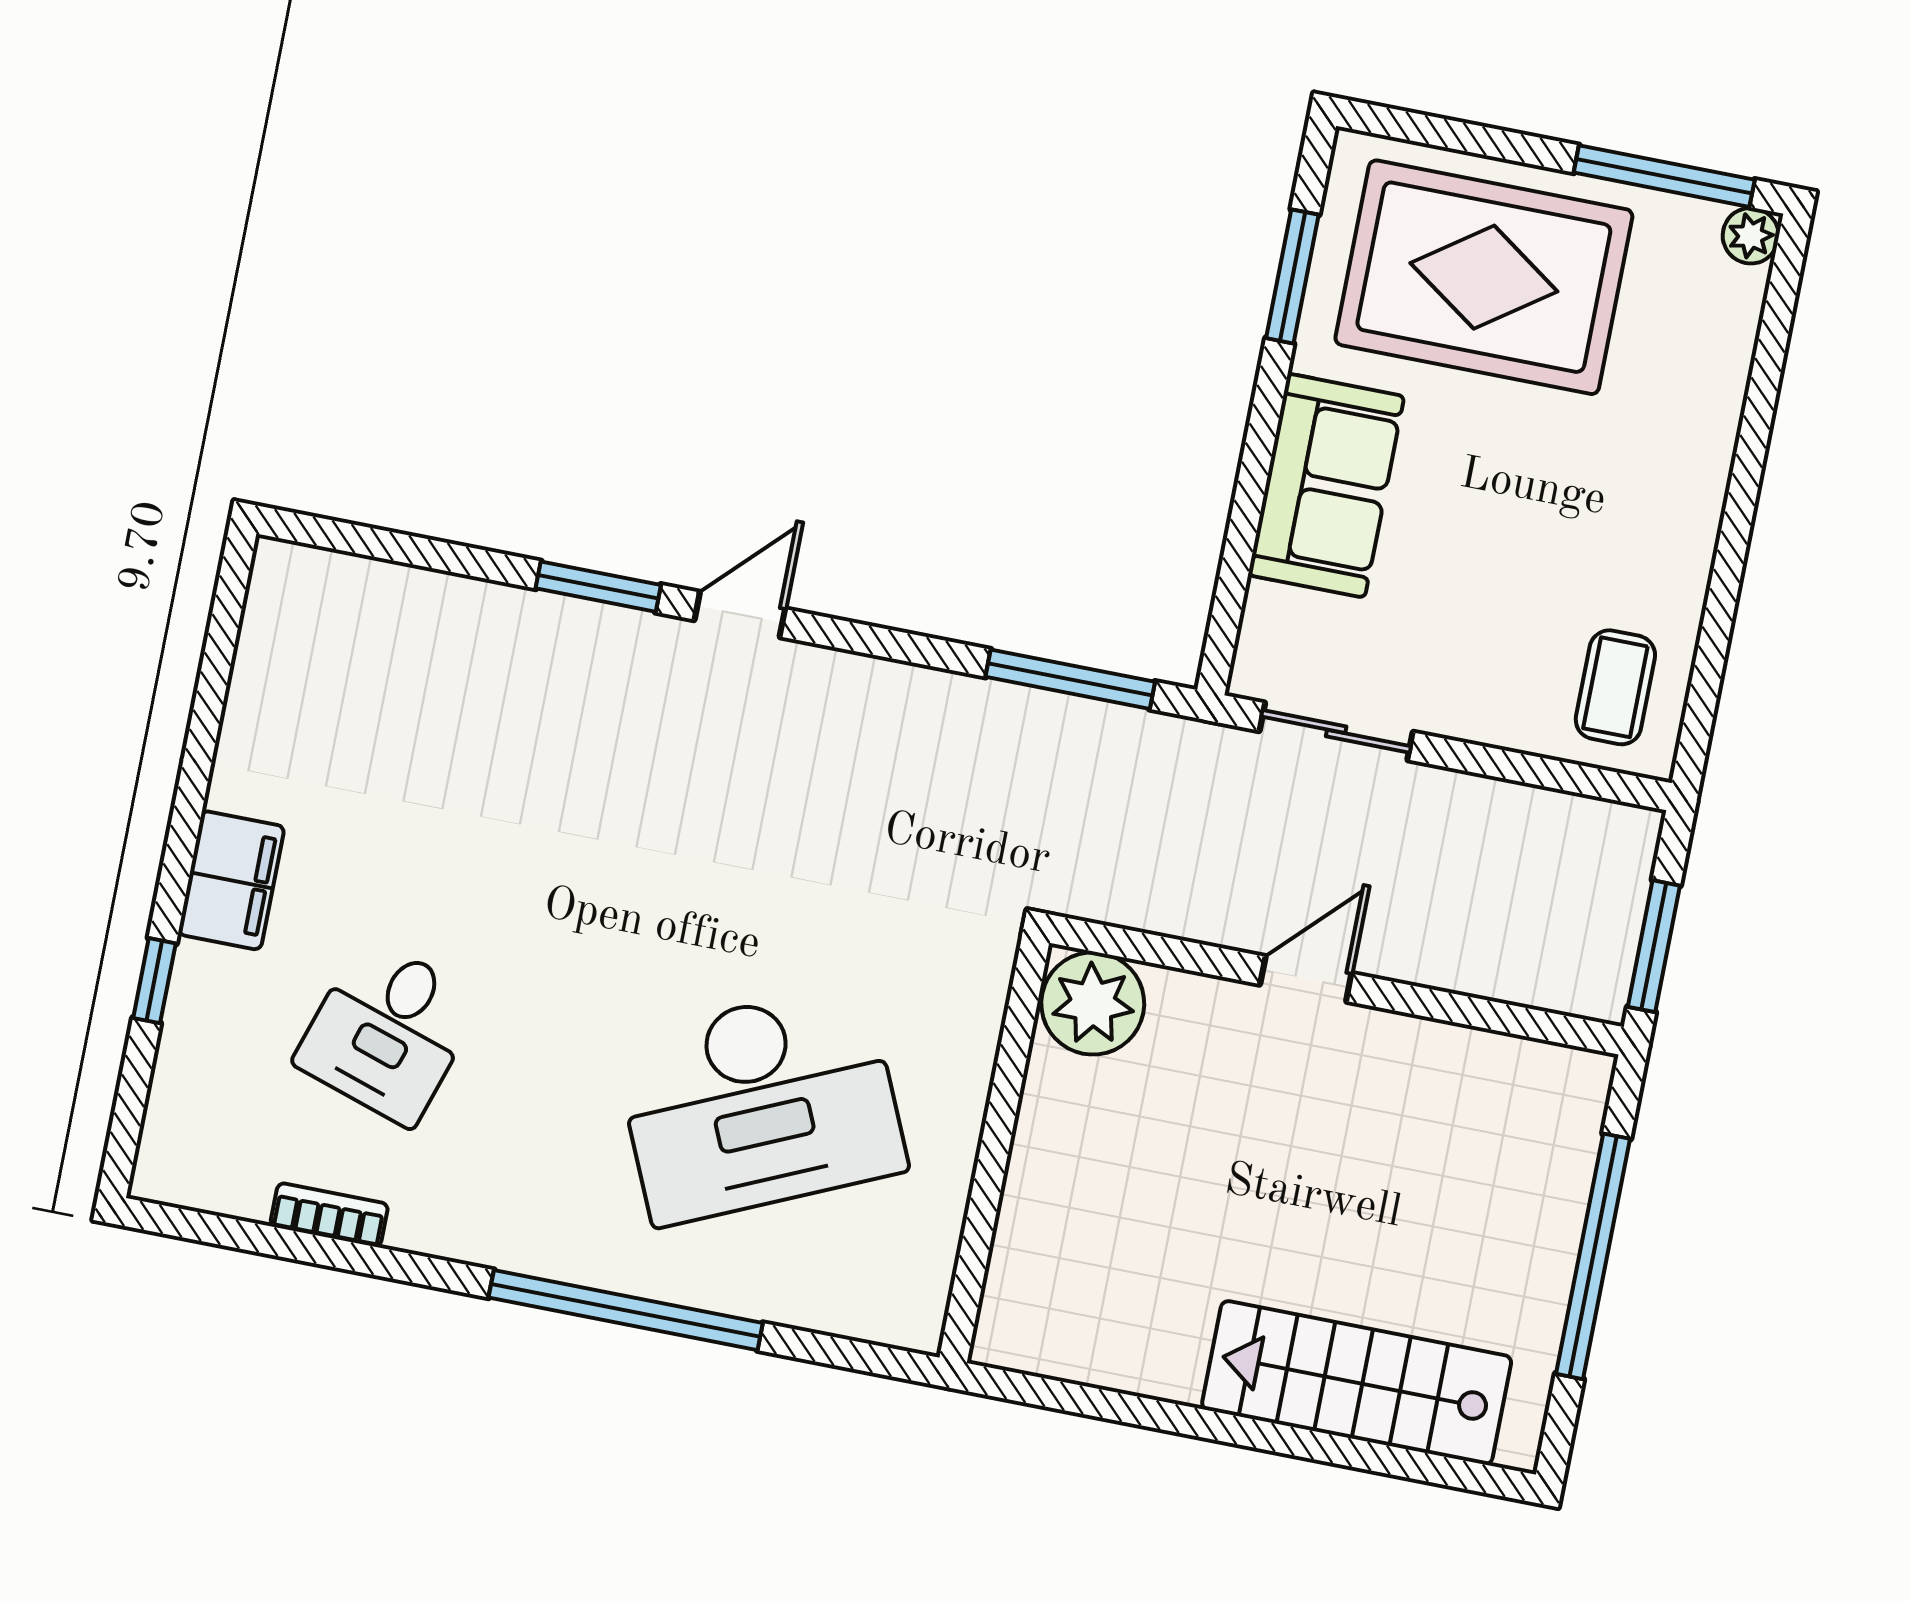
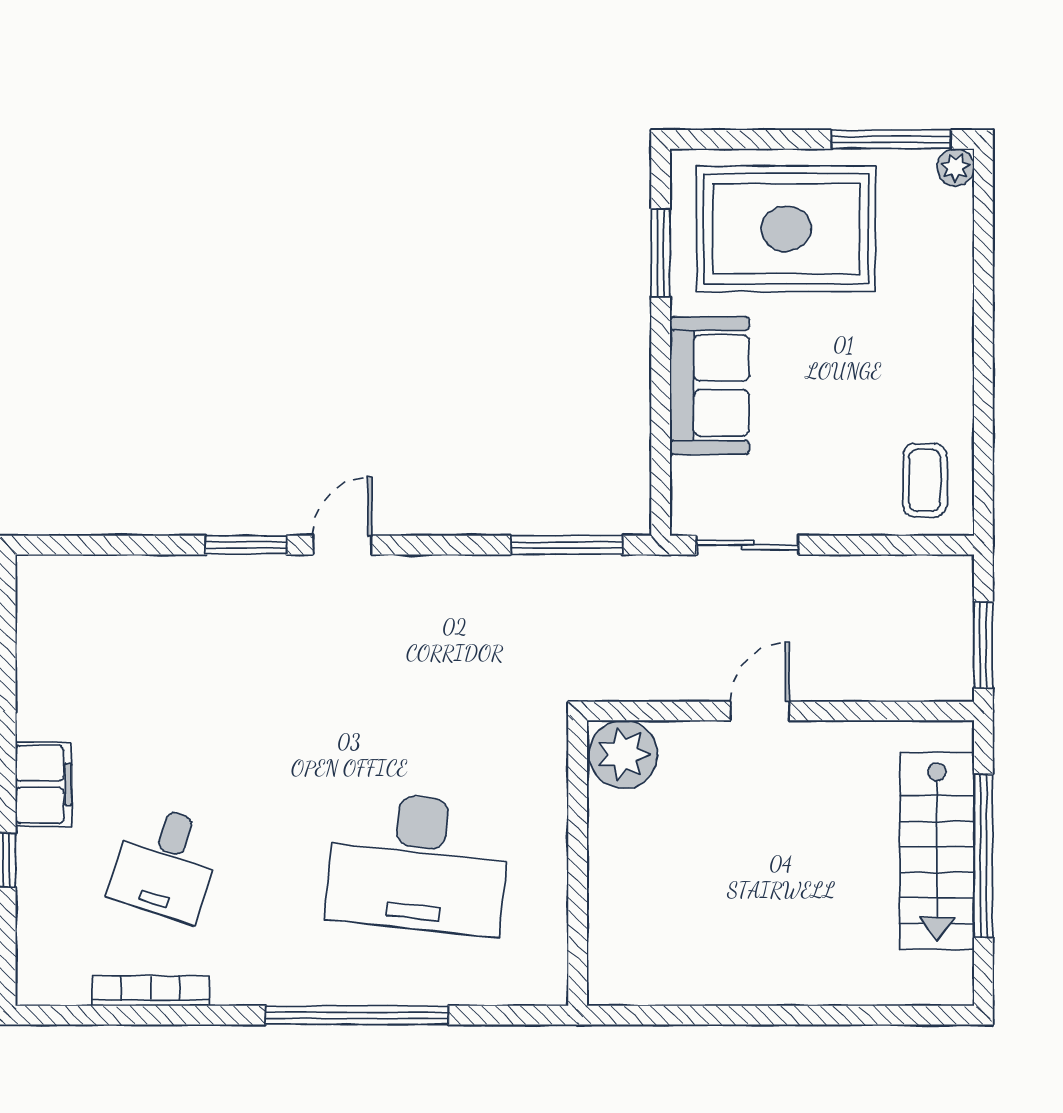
desk: (760, 1104) -> (418, 863), turned 30
bookcase: (329, 1215) -> (151, 991), width x1.56
stairs: (1357, 1383) -> (937, 851), moved, turned -90

